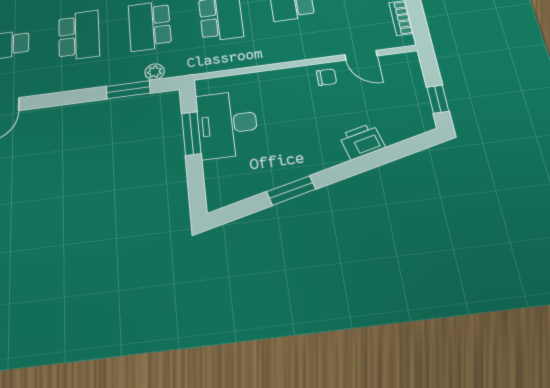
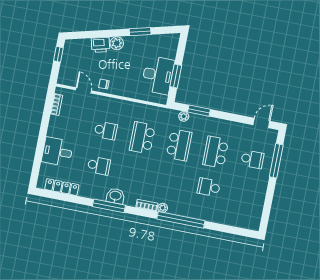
plant: (330, 154) -> (117, 43), added

